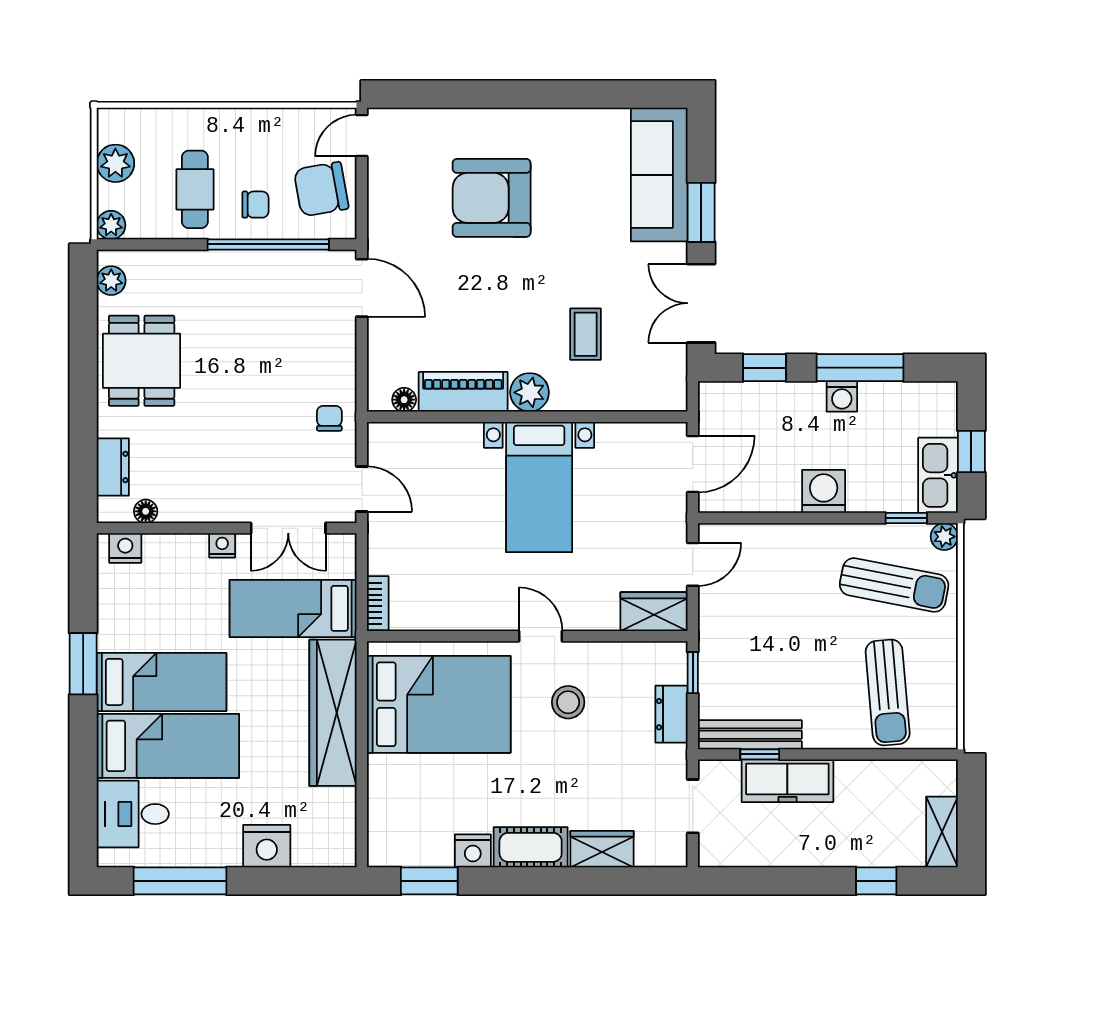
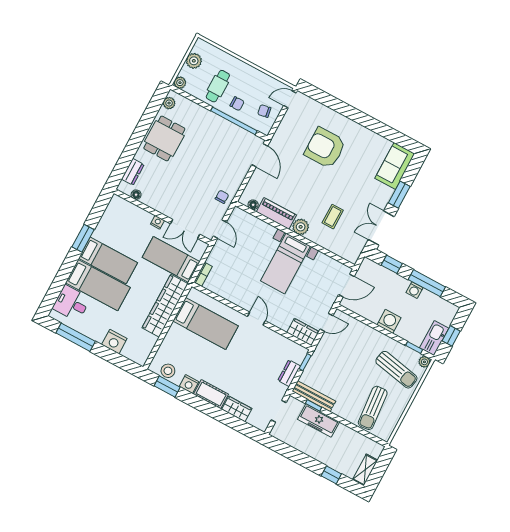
sofa: (659, 175) -> (395, 166), width x0.73
chair: (321, 189) -> (264, 111), width x0.54, depth x0.54
nightstand: (125, 548) -> (121, 204), removed
stool: (568, 702) -> (168, 371), moved
bed: (439, 704) -> (206, 323), width x0.67

